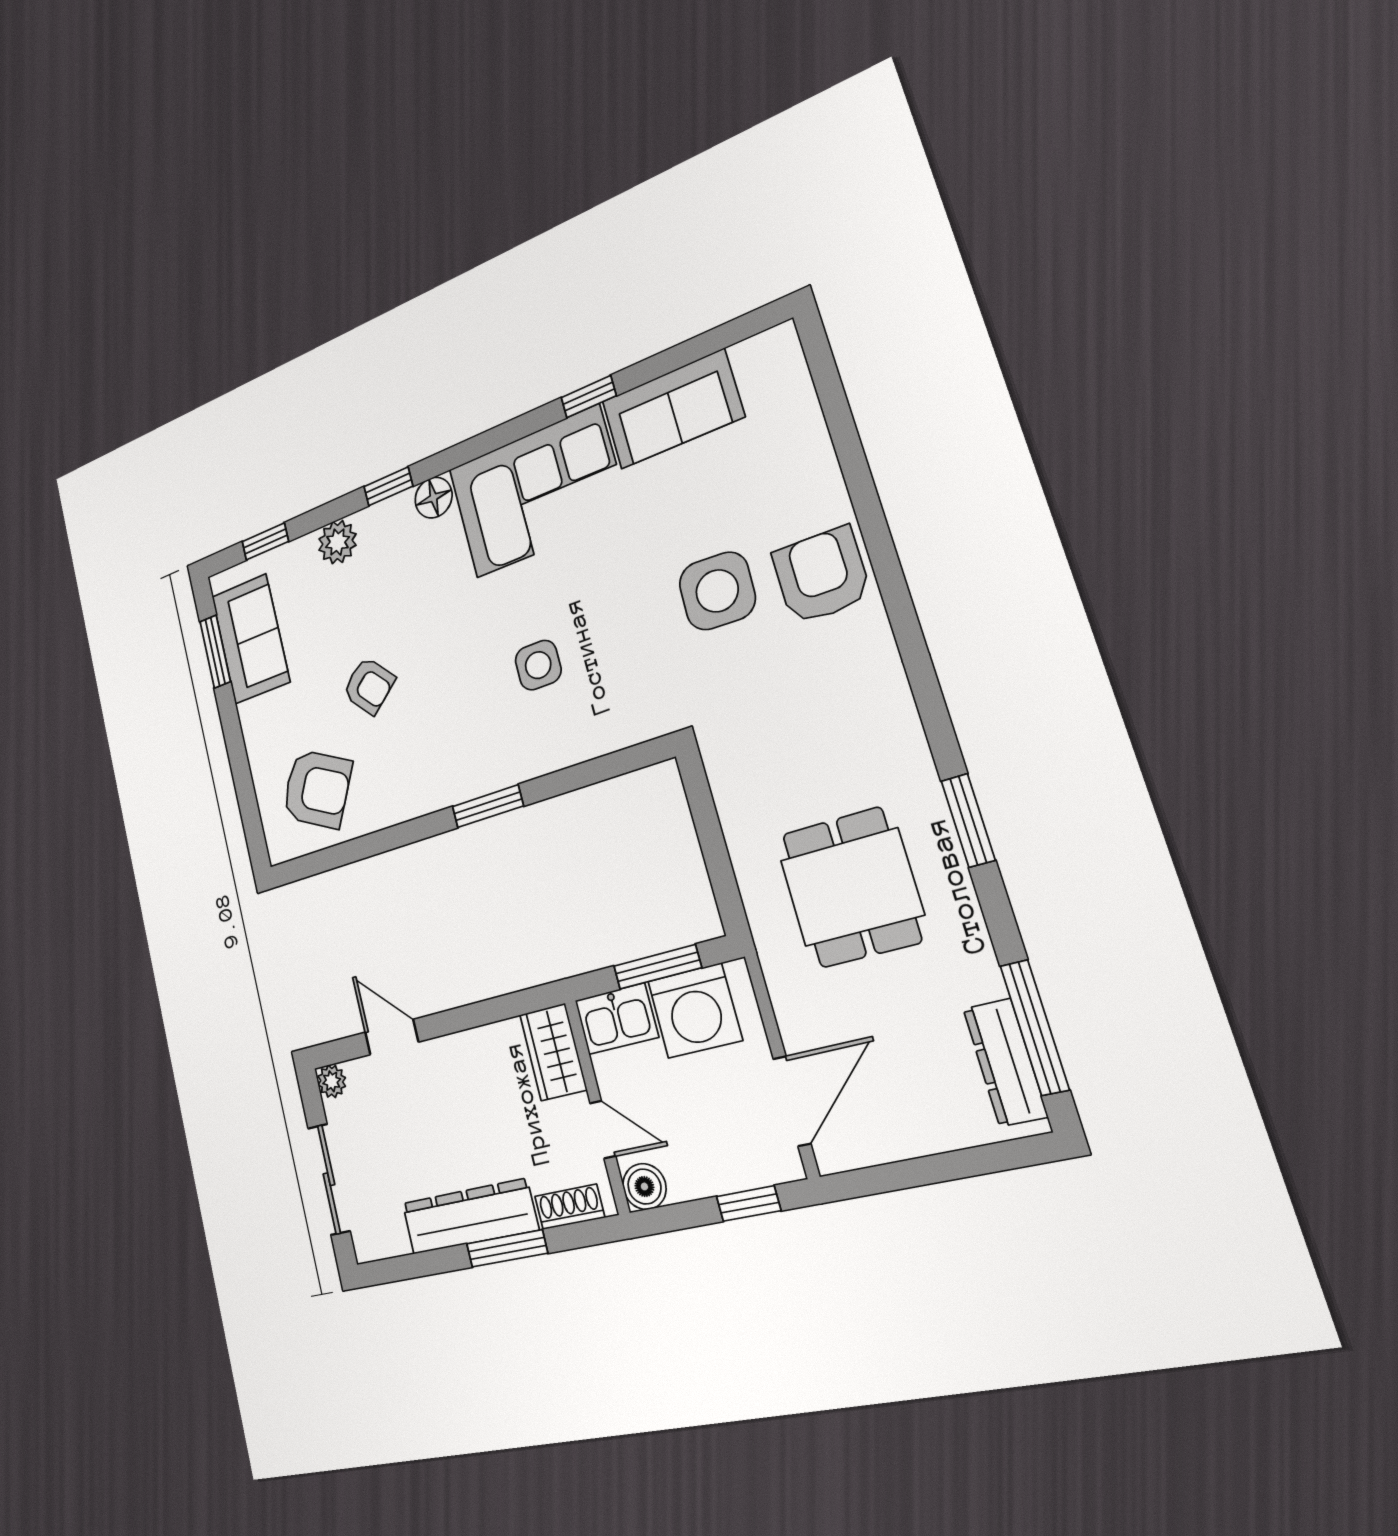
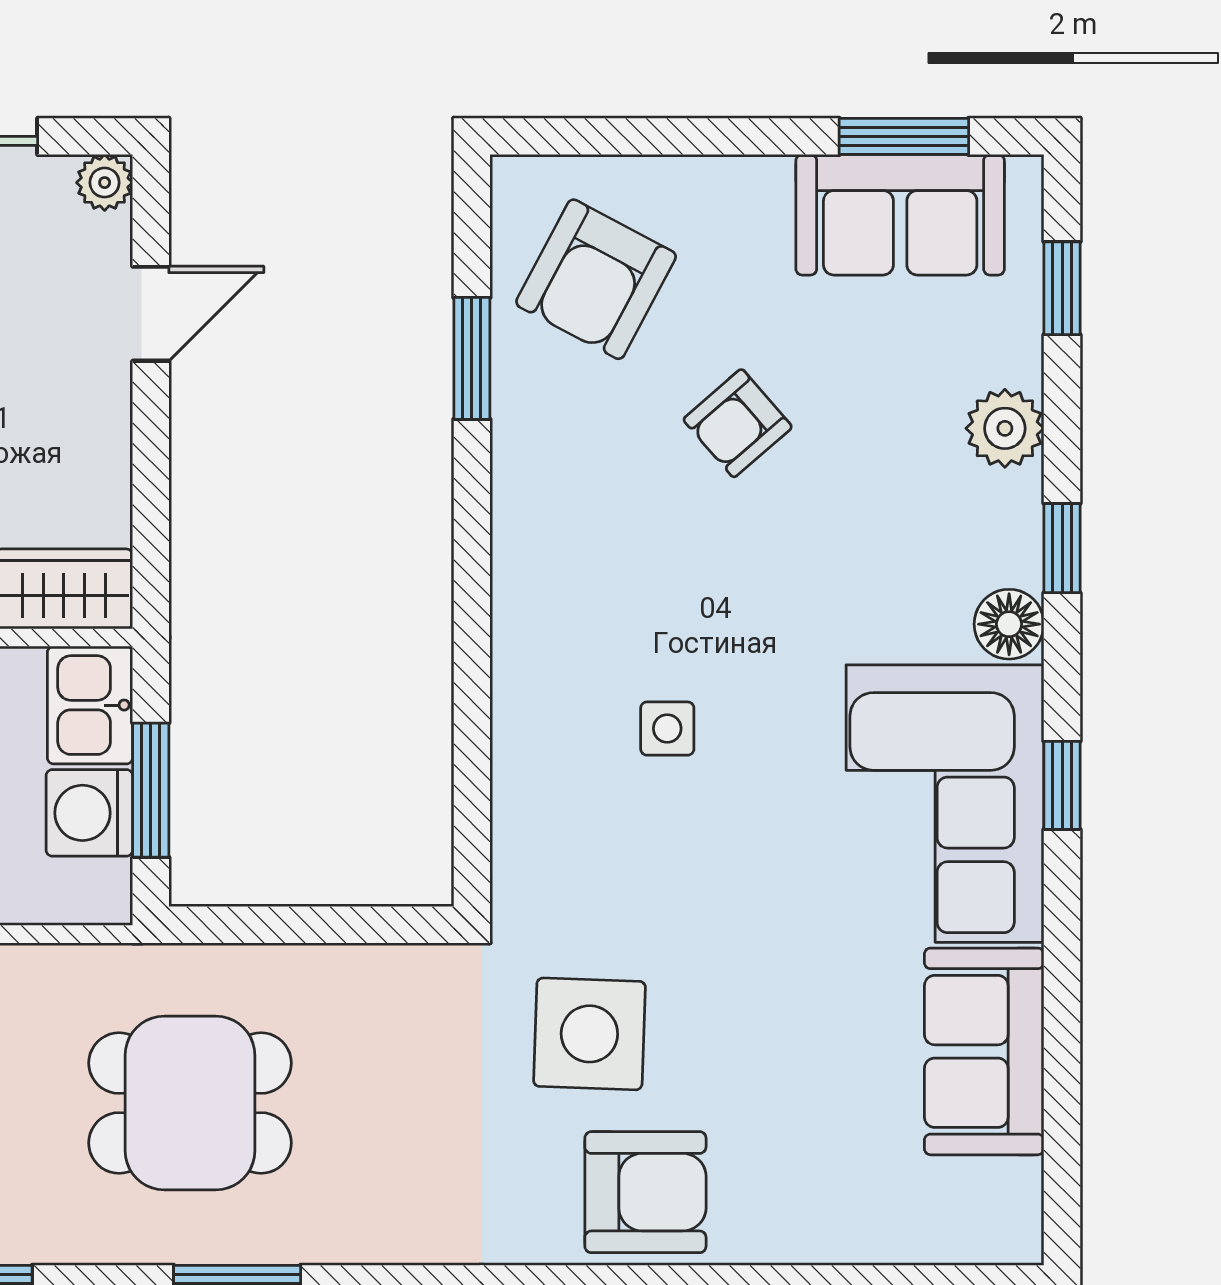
window: (589, 397) -> (1062, 785), moved
side table: (717, 591) -> (589, 1034), moved
side table: (538, 665) -> (667, 729), width x0.73, depth x0.73
window: (488, 806) -> (472, 358), moved
washing machine: (695, 1011) -> (89, 813), width x0.73, depth x0.73

